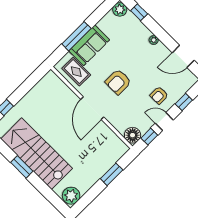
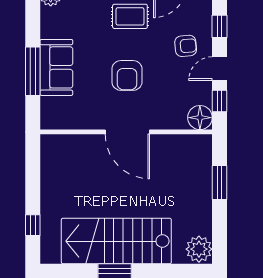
rug: (76, 72) -> (130, 16), moved
armchair: (159, 95) -> (186, 46), turned -95

